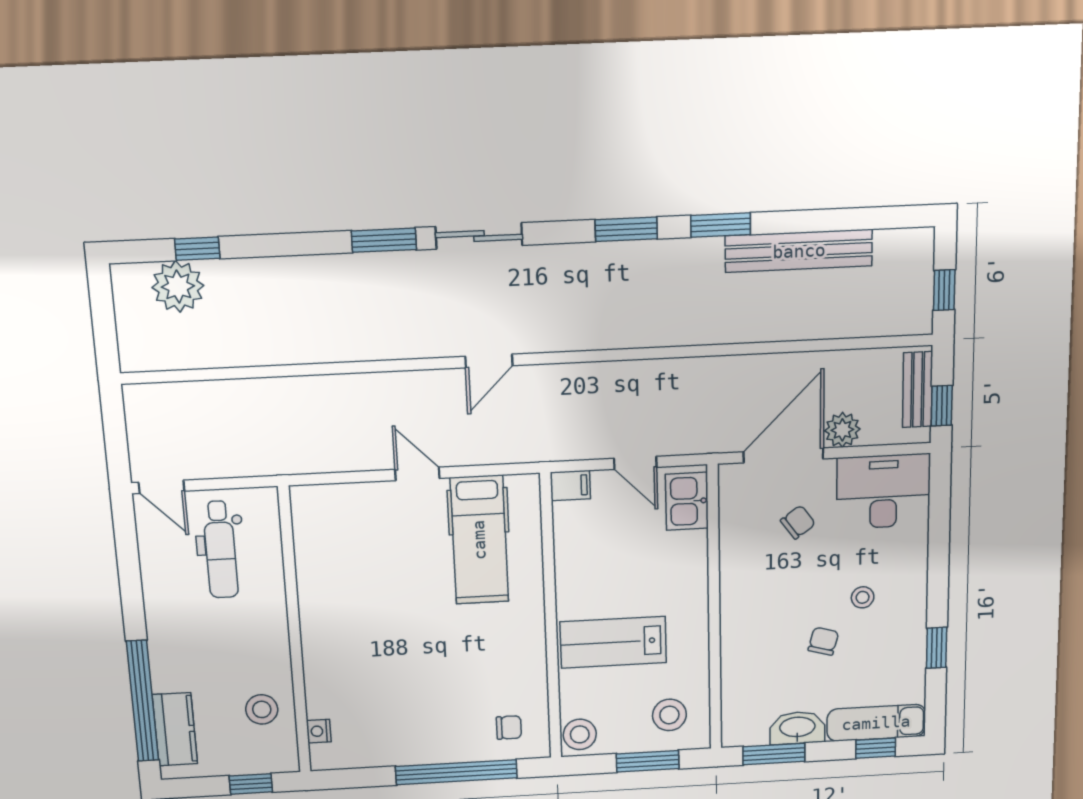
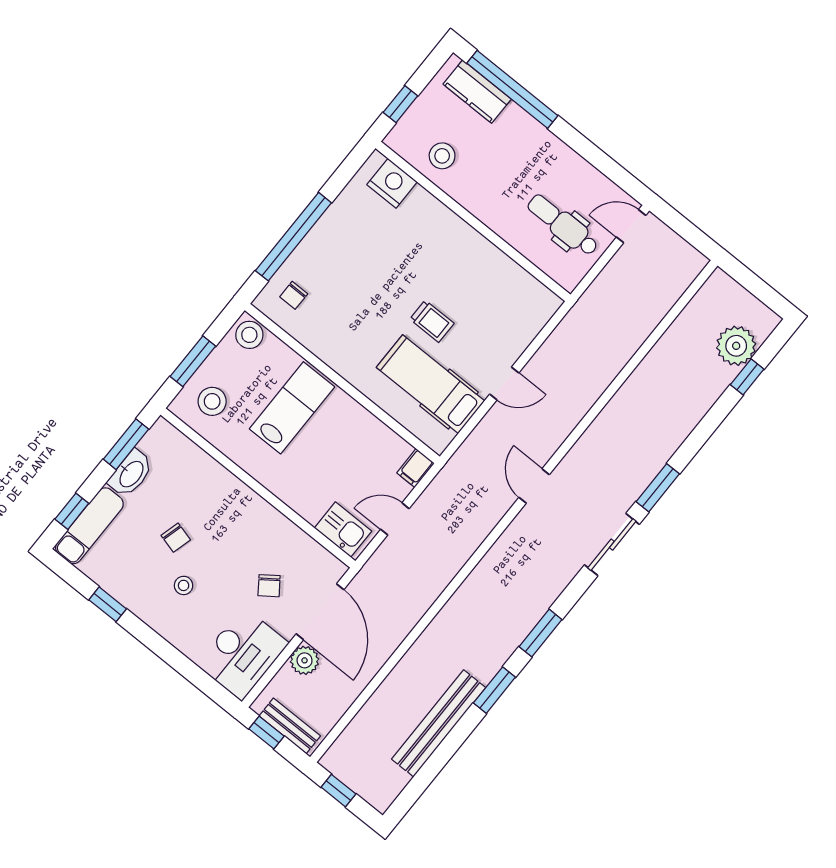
trolley: (420, 589) -> (432, 321), added
nightstand: (319, 731) -> (392, 183), width x1.89, depth x1.79

